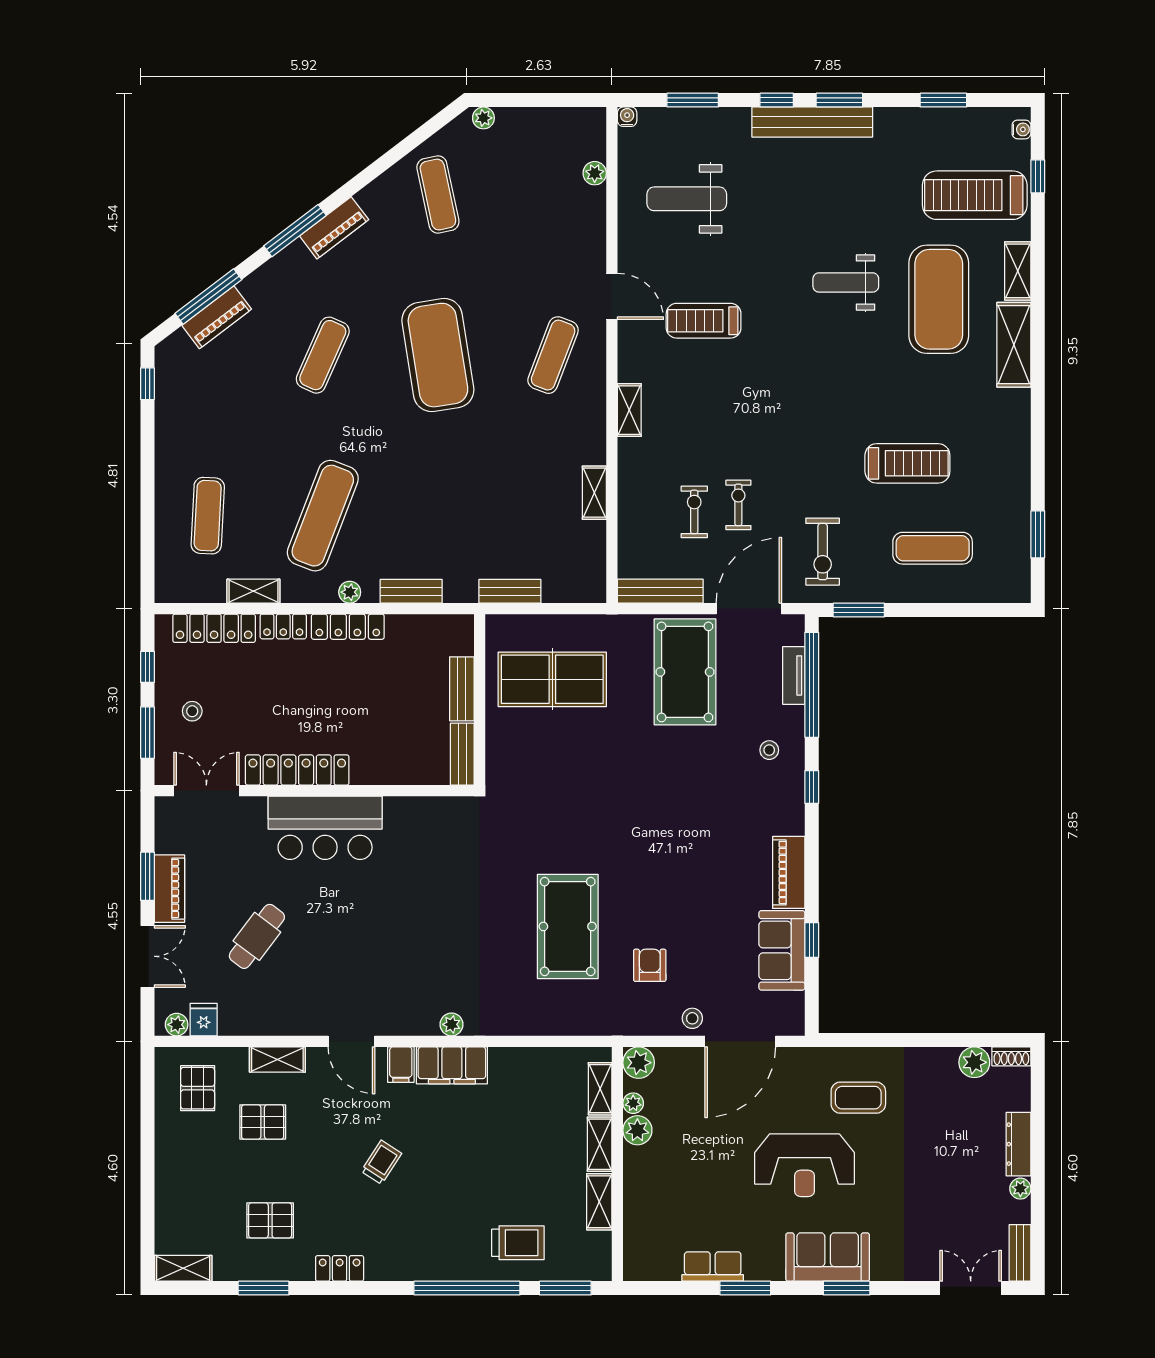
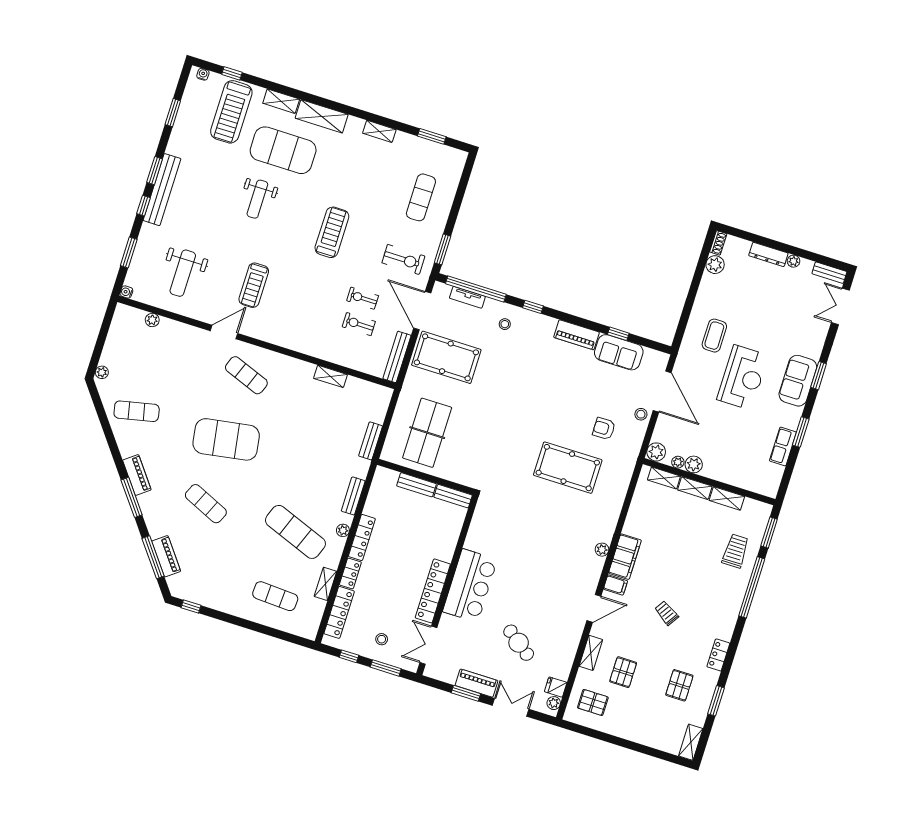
shelving: (629, 410) -> (379, 131), moved
treadmill: (907, 463) -> (332, 232), moved

